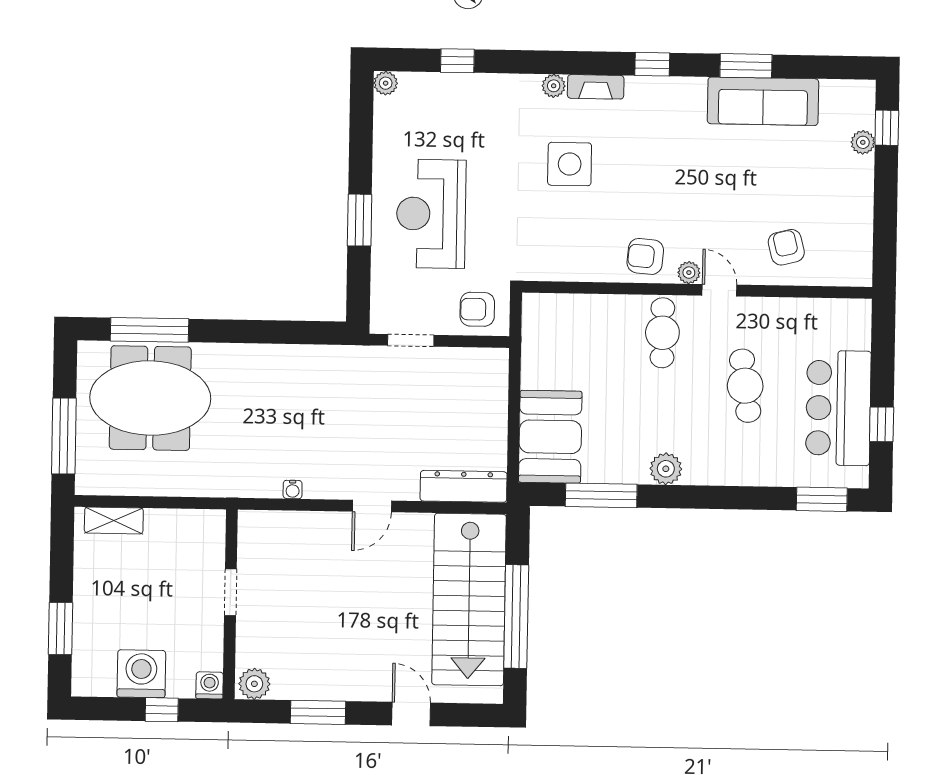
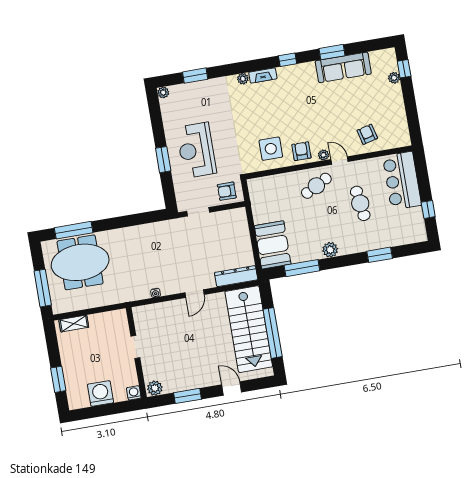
window: (457, 61) -> (195, 76), width x1.50
side table: (570, 164) -> (271, 149), moved
armchair: (645, 256) -> (301, 151), turned 85
cafe table: (662, 333) -> (316, 186), turned 62
bar counter: (838, 408) -> (402, 181), moved
window: (822, 499) -> (380, 255), moved
window: (162, 710) -> (113, 409), removed

